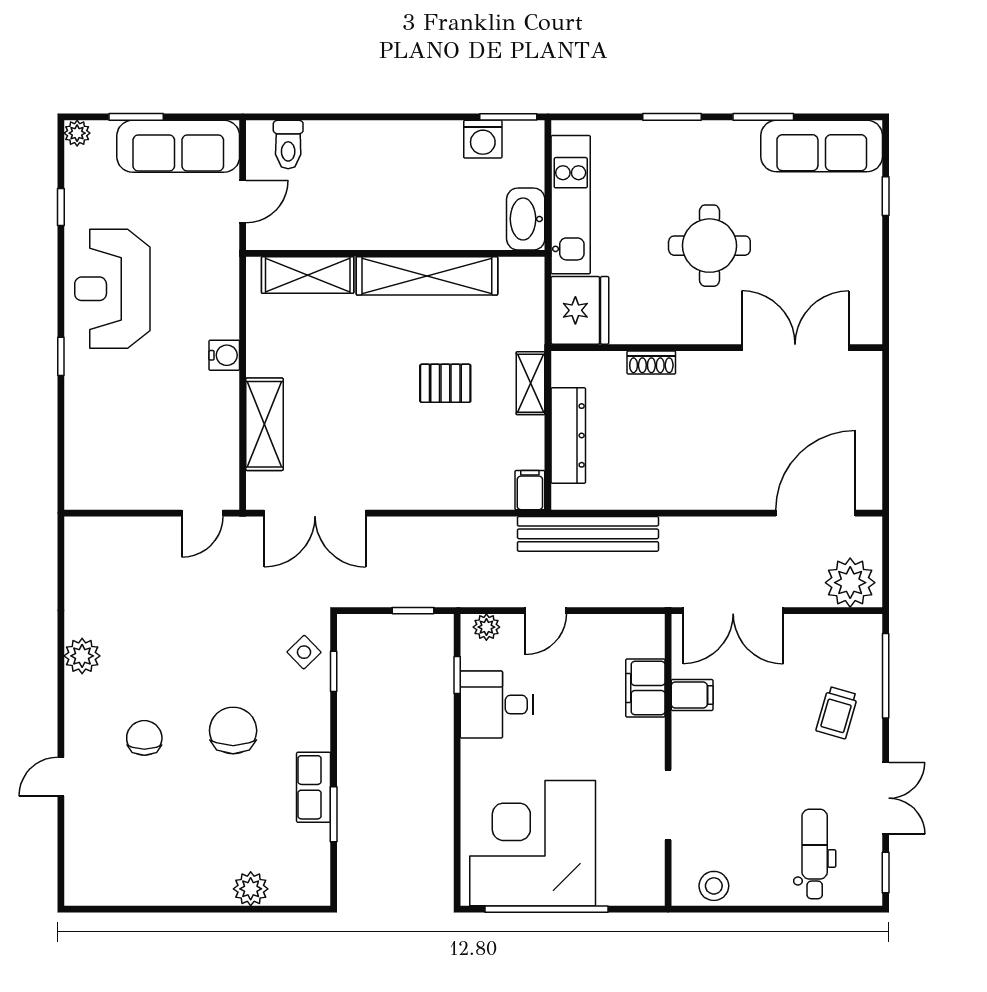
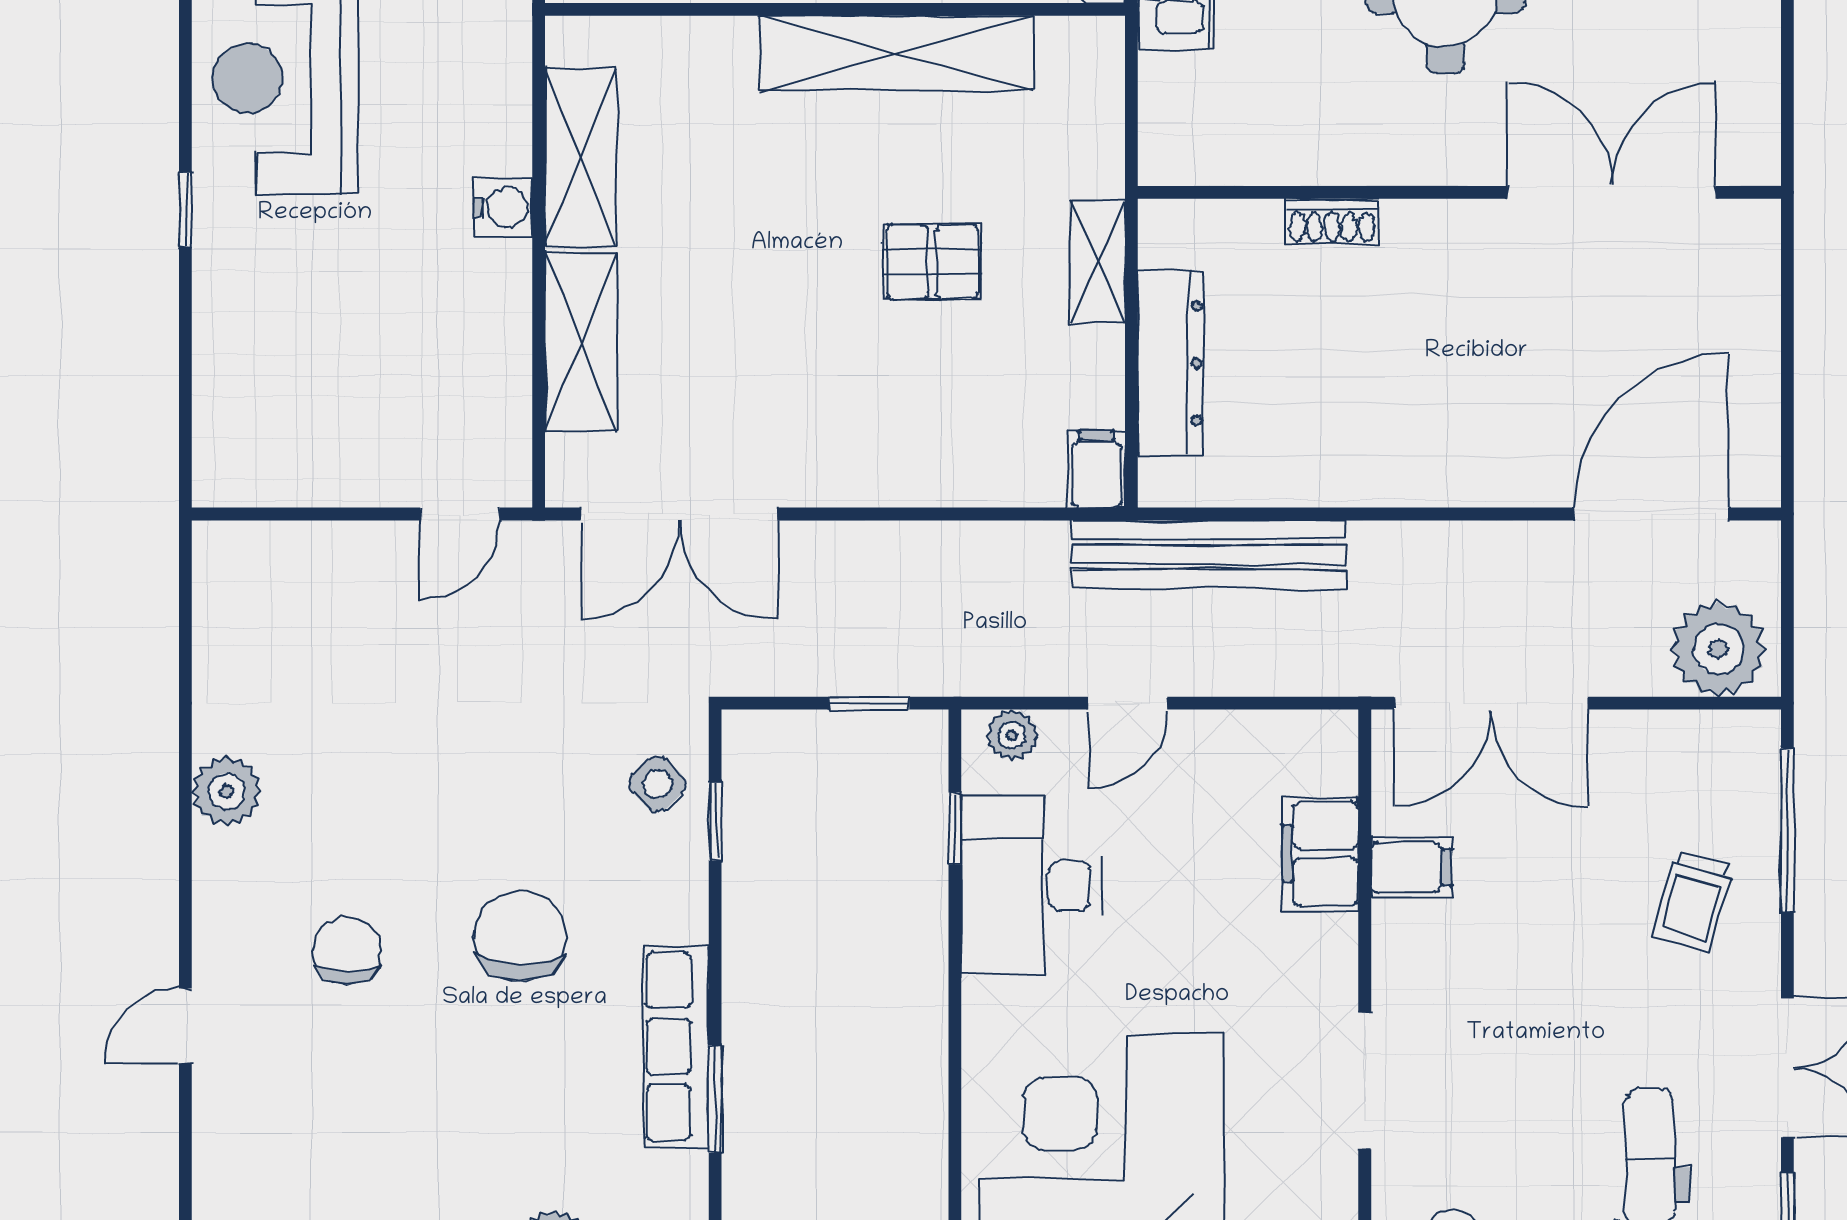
shelving: (308, 275) -> (581, 157), moved, turned 90
fridge: (580, 310) -> (1193, 120), removed
desk: (497, 705) -> (1032, 886), width x1.37
row of seats: (314, 787) -> (676, 1046), width x1.48

